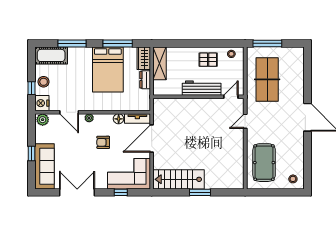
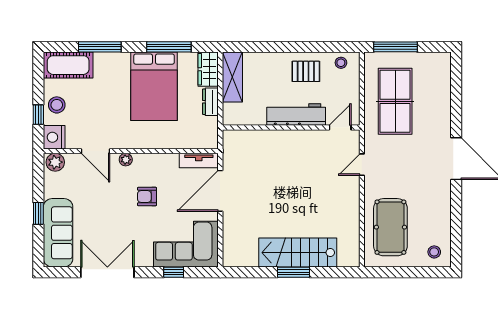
floor lamp: (119, 119) -> (170, 161), removed
stairs: (179, 179) -> (298, 253), moved

